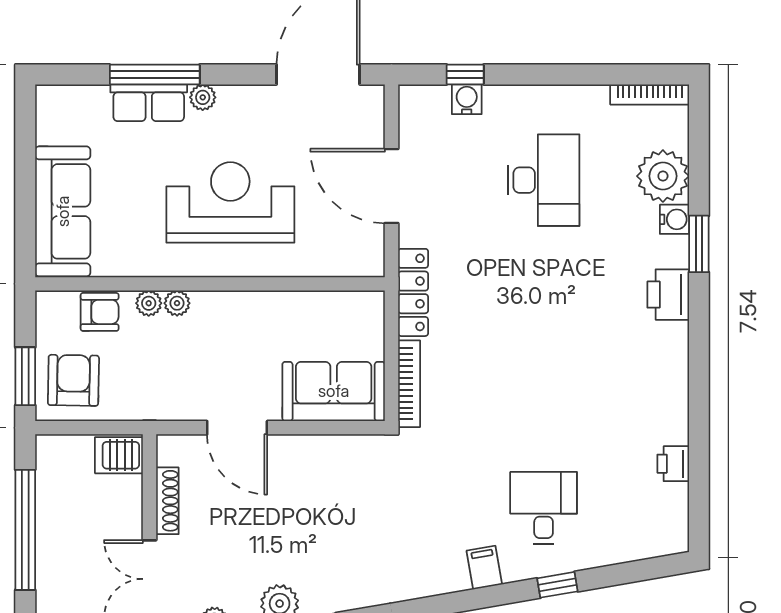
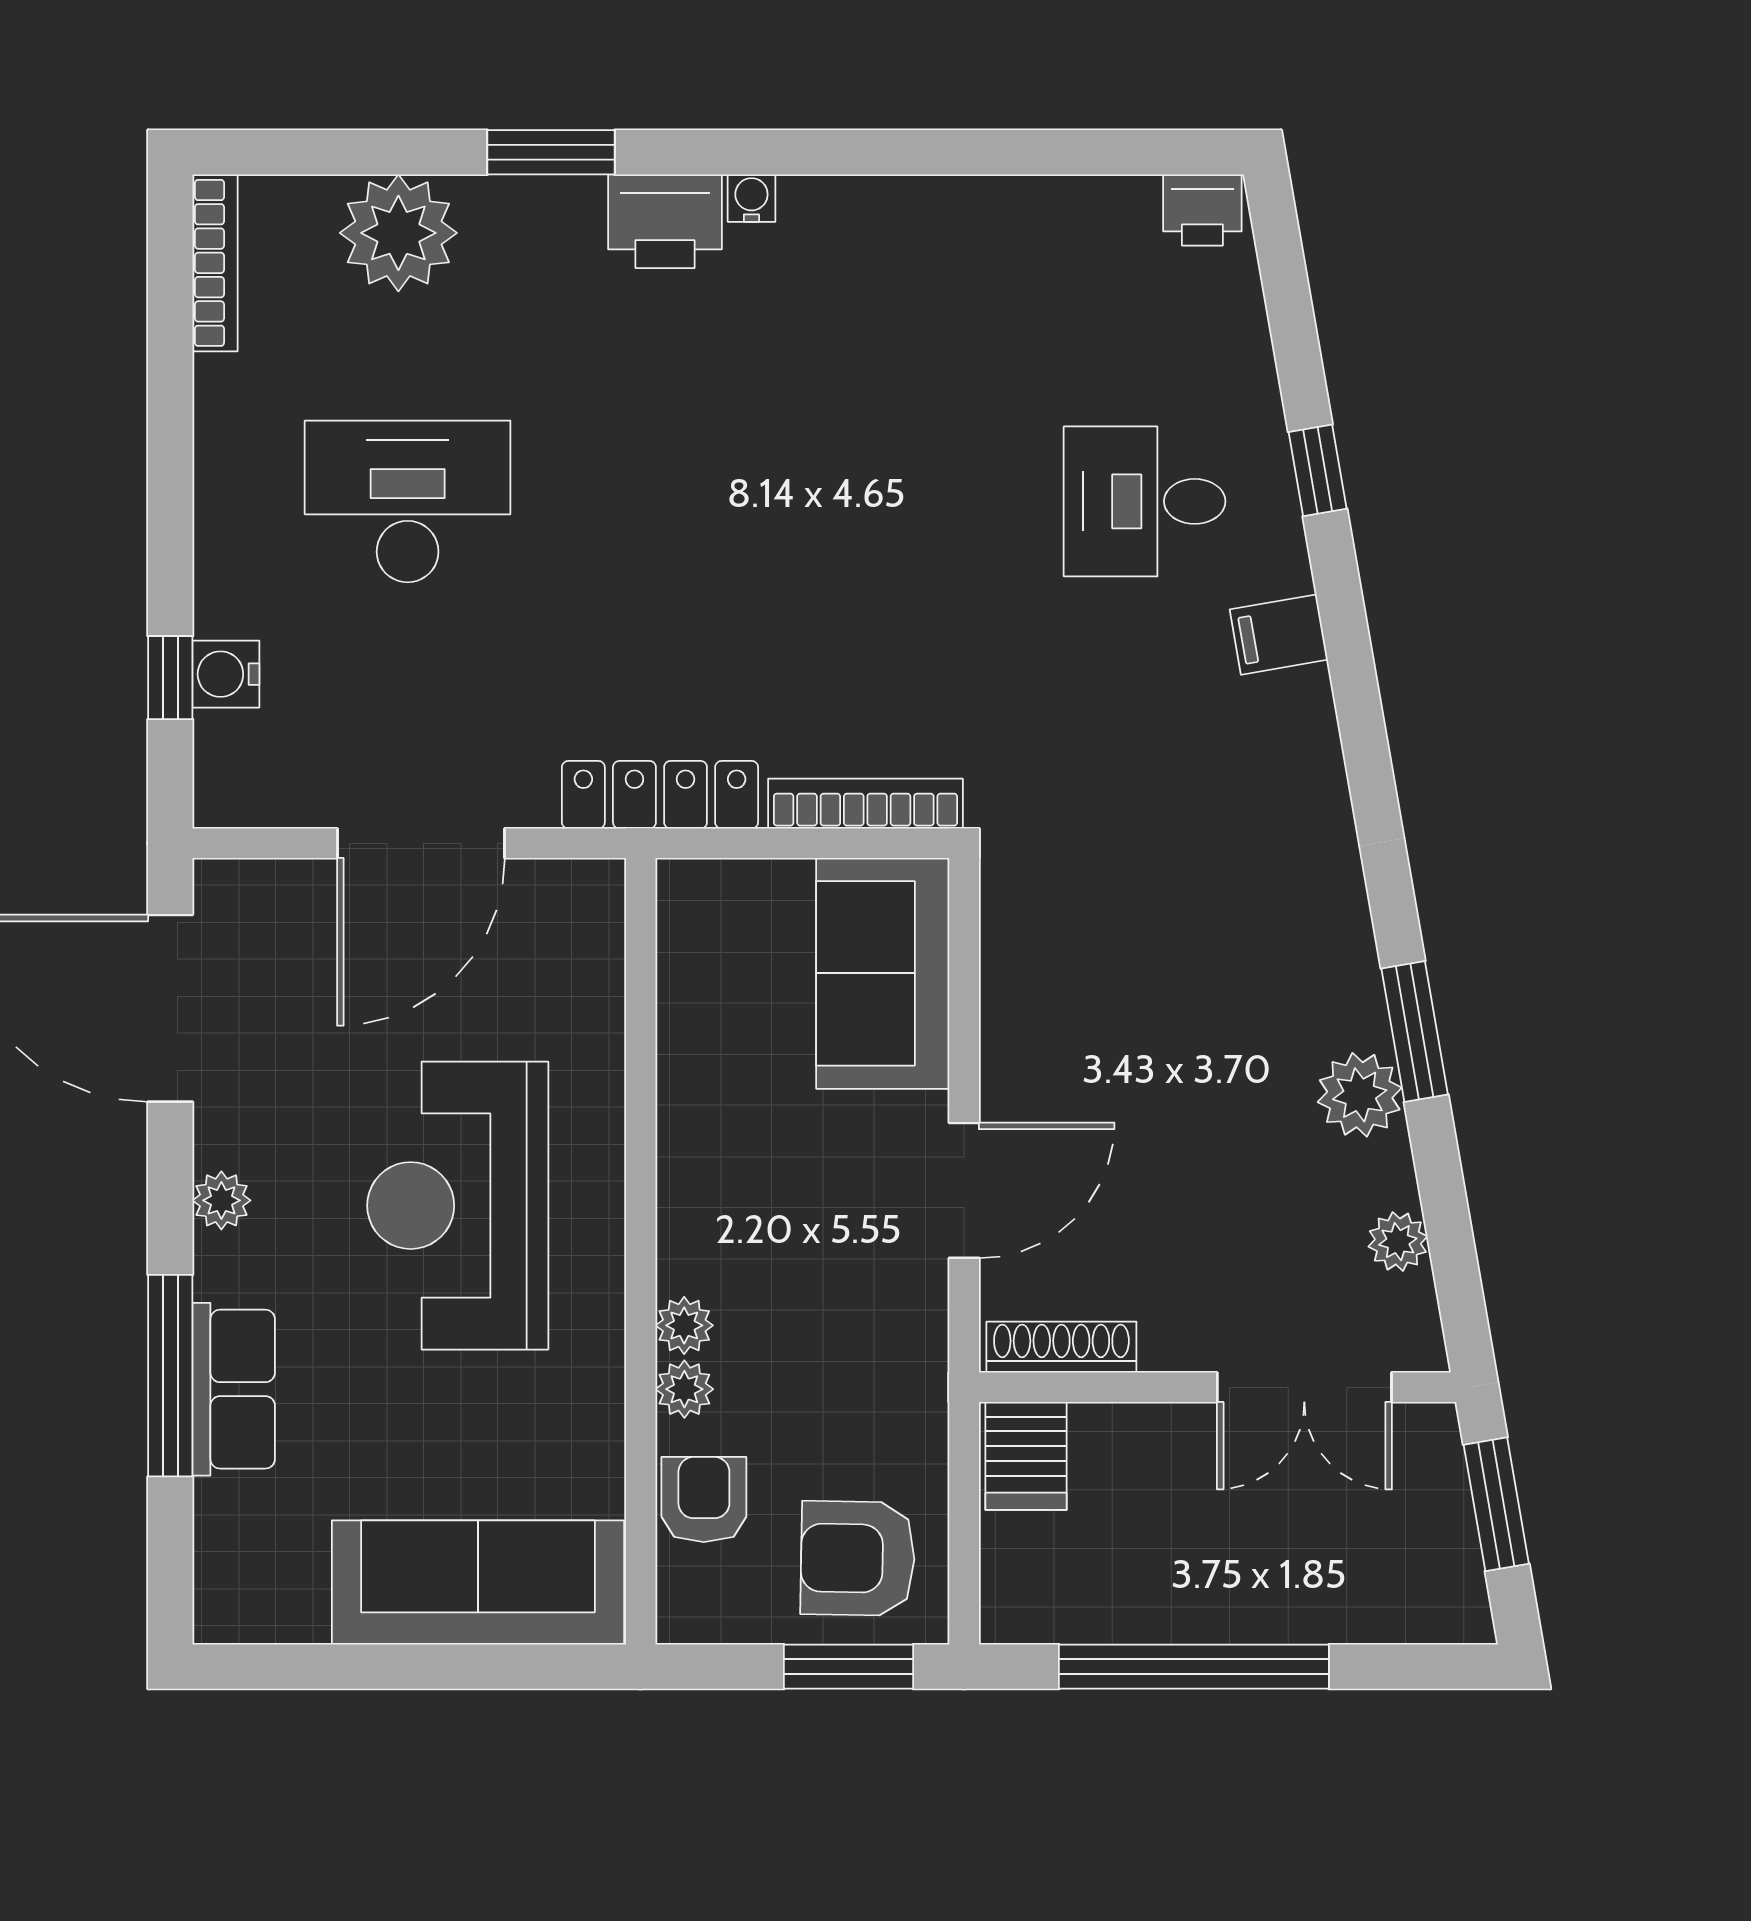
plant: (203, 97) -> (221, 1200), moved
water cooler: (674, 219) -> (751, 198), moved, width x0.72, depth x0.72
printer: (673, 464) -> (1202, 210), moved
shoe rack: (167, 501) -> (1061, 1347), moved

